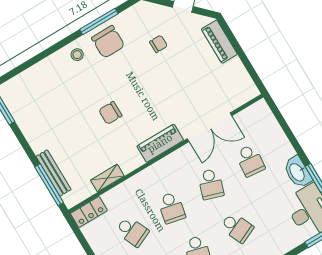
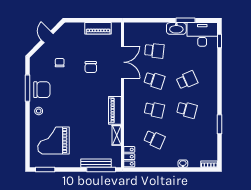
piano: (219, 42) -> (98, 28), moved
grand piano: (50, 98) -> (53, 141), added
chair: (110, 113) -> (91, 67), moved
piano: (160, 143) -> (115, 110), moved
school desk: (132, 231) -> (154, 139), turned 48

